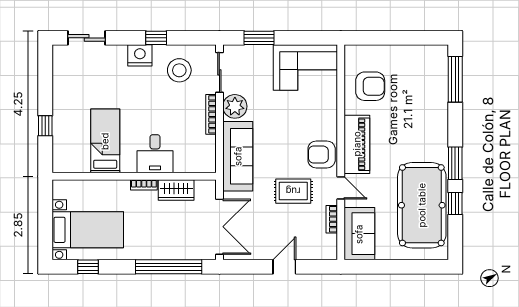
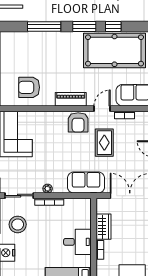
window: (455, 79) -> (44, 26), moved
armchair: (370, 86) -> (29, 87), turned -90
plant: (235, 106) -> (48, 189), width x0.53, depth x0.53
piano: (357, 144) -> (71, 99), width x0.73, depth x0.75
sofa: (238, 156) -> (86, 183), width x0.73

